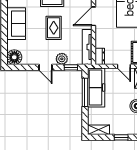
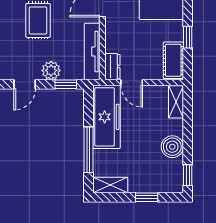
door: (124, 66) -> (132, 82), moved
door: (45, 67) -> (25, 84), hinge flipped
window: (85, 92) -> (88, 150), moved

